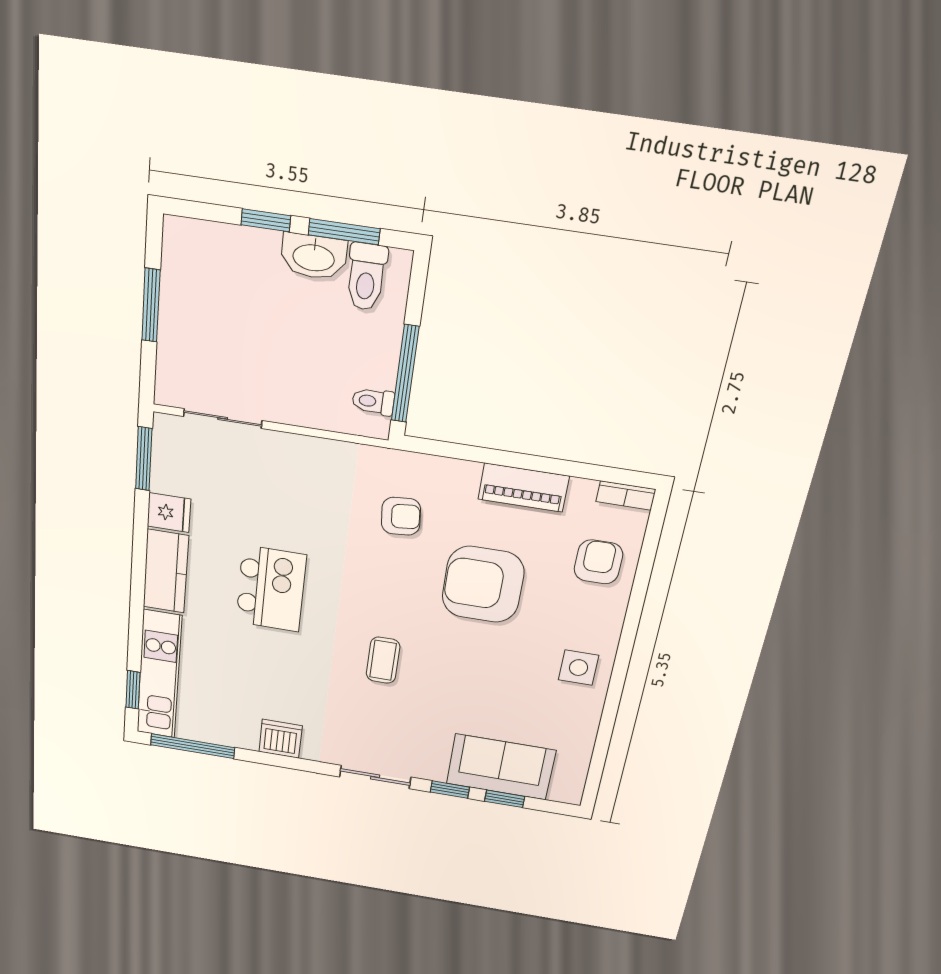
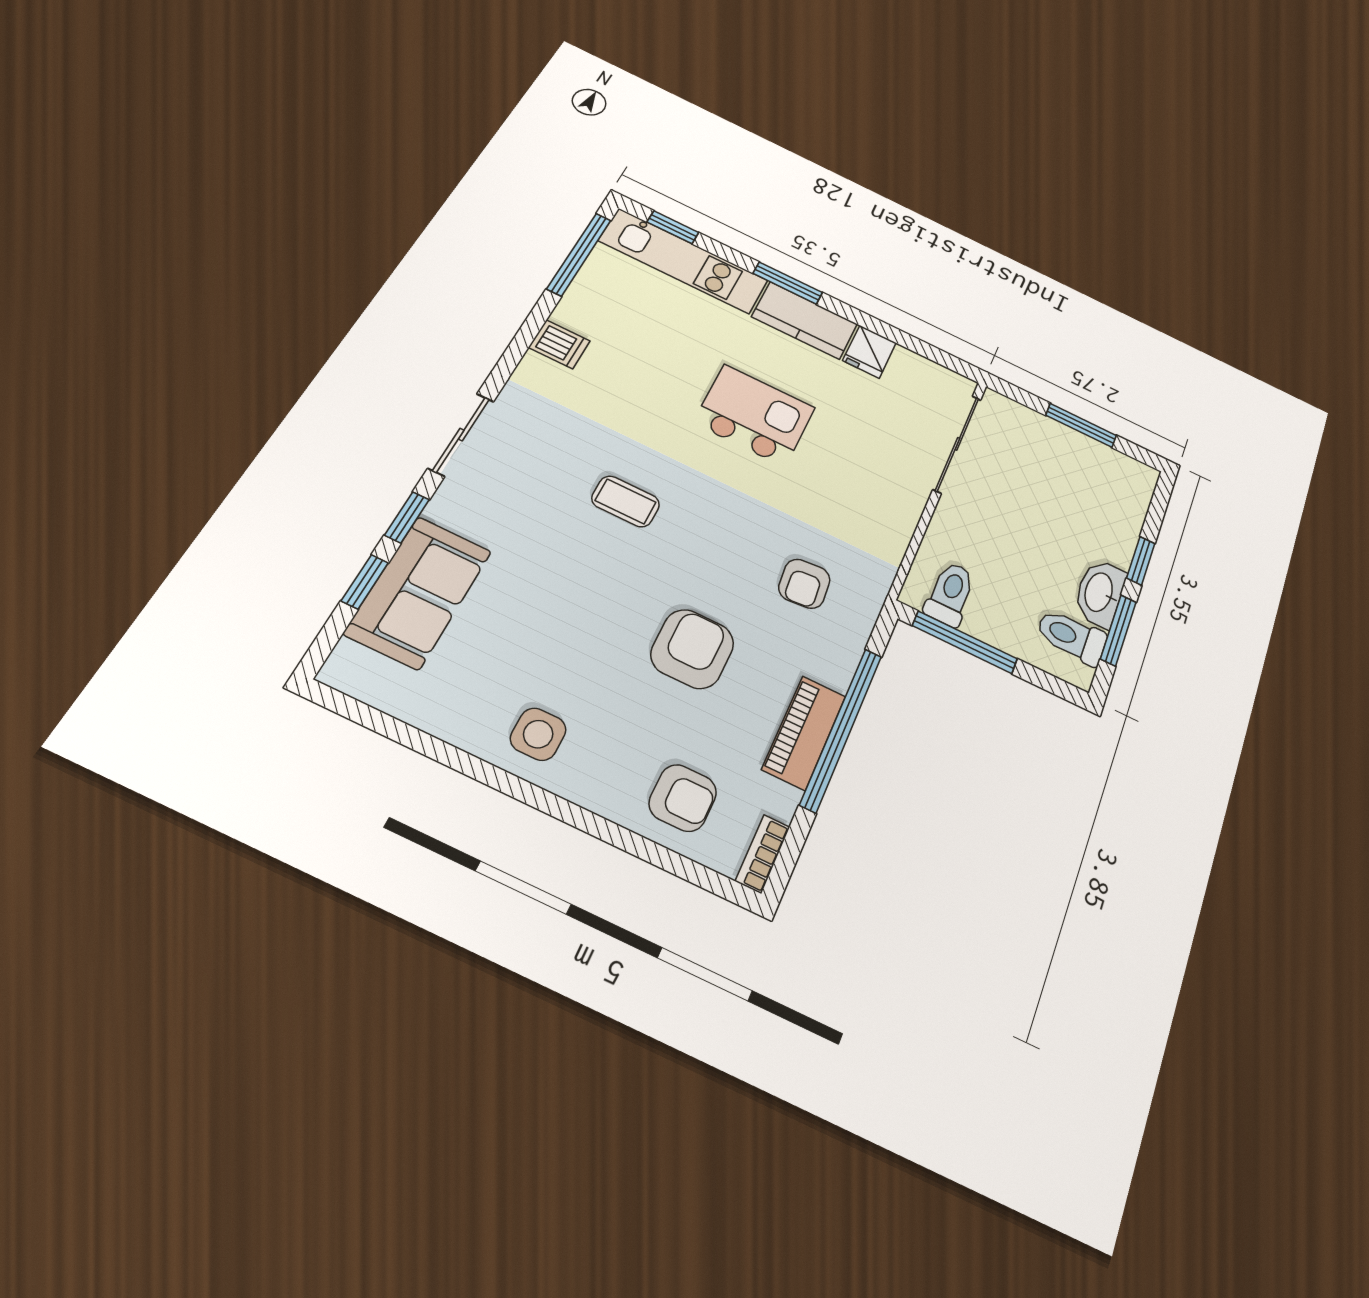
toilet: (373, 401) -> (950, 594), width x1.37, depth x1.39
sliding door: (223, 419) -> (957, 444), width x1.37
window: (144, 459) -> (788, 283), moved
window: (512, 460) -> (841, 729), added
armchair: (483, 585) -> (692, 649), width x0.73, depth x0.73
kitchen island: (271, 589) -> (754, 415), turned 180
dishwasher: (280, 739) -> (559, 344), width x0.73

